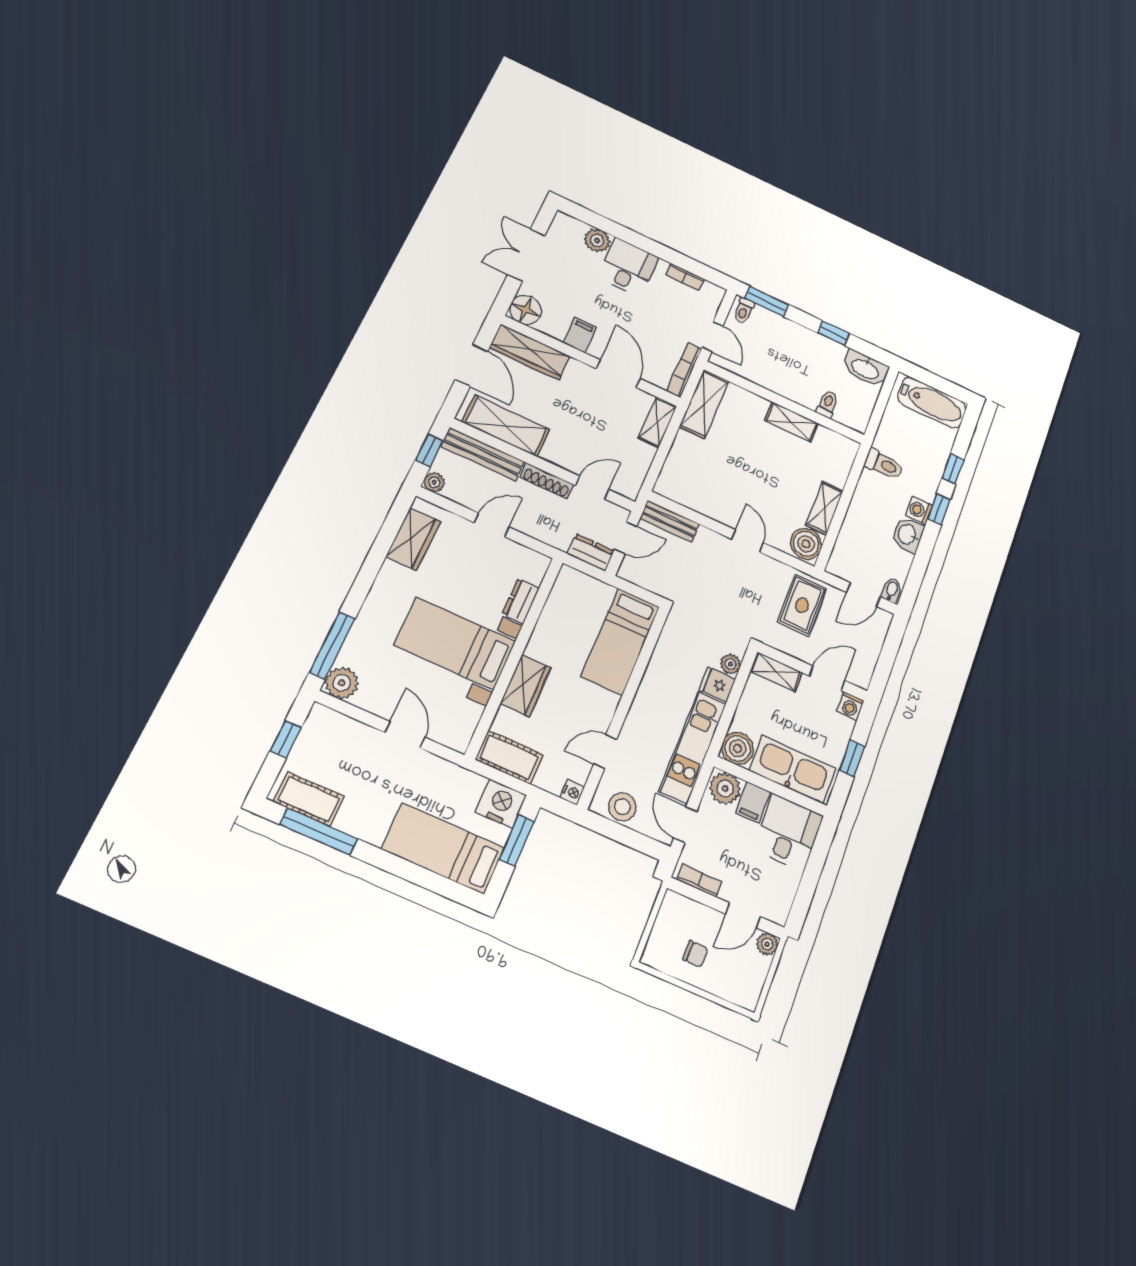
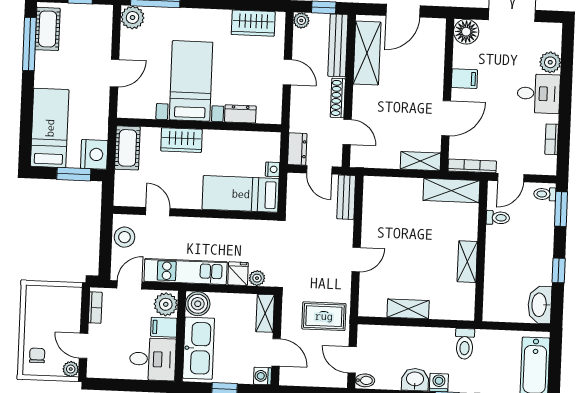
wardrobe: (530, 352) -> (433, 48), removed
toilet: (827, 404) -> (498, 218), moved
boiler: (806, 544) -> (373, 304), removed
nightstand: (572, 792) -> (273, 169), moved, turned -90
chair: (695, 954) -> (37, 355), moved, turned 180

